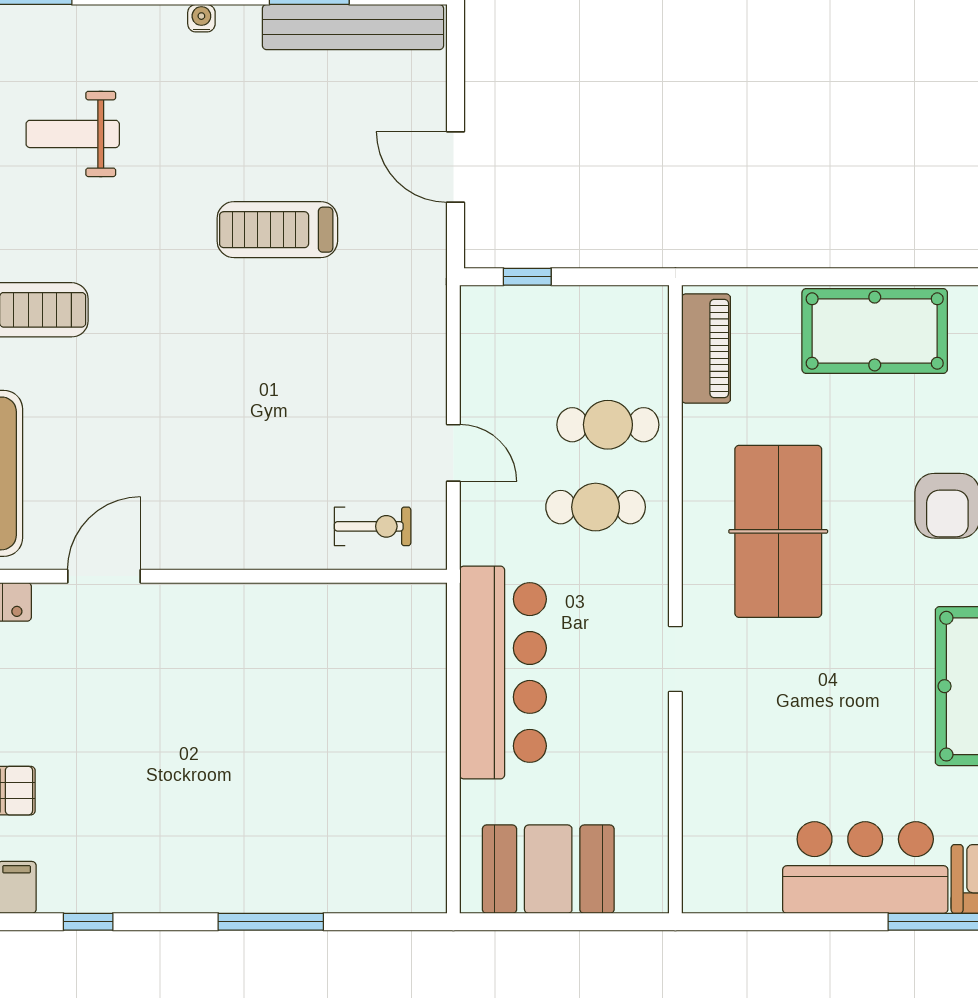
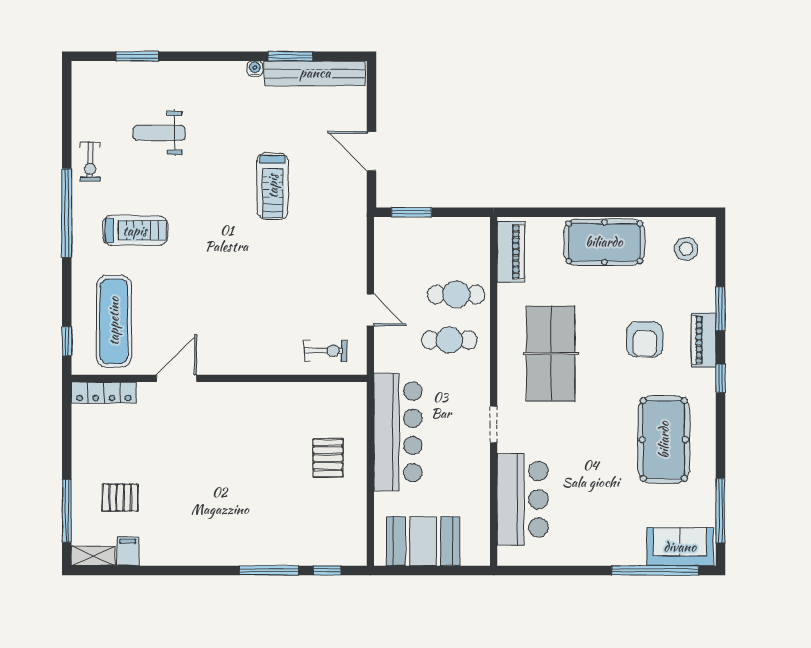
water cooler: (201, 18) -> (255, 69), moved
treadmill: (277, 230) -> (273, 186), turned -90
window: (527, 277) -> (411, 212), width x1.50
pallet: (377, 719) -> (328, 458), added
bar counter: (865, 868) -> (523, 499), moved, turned 90
window: (88, 922) -> (327, 570), moved

